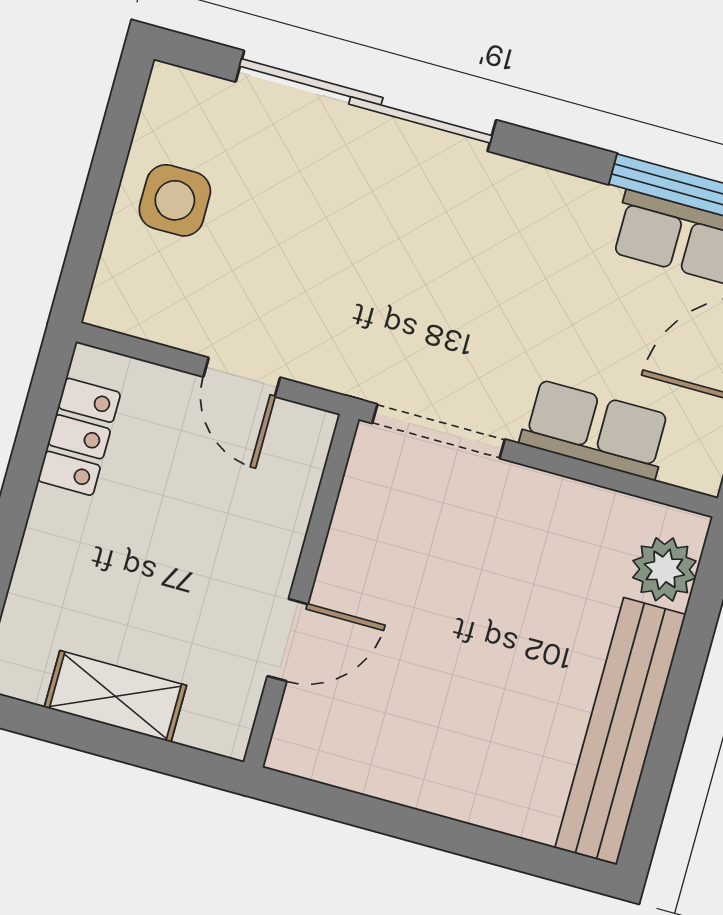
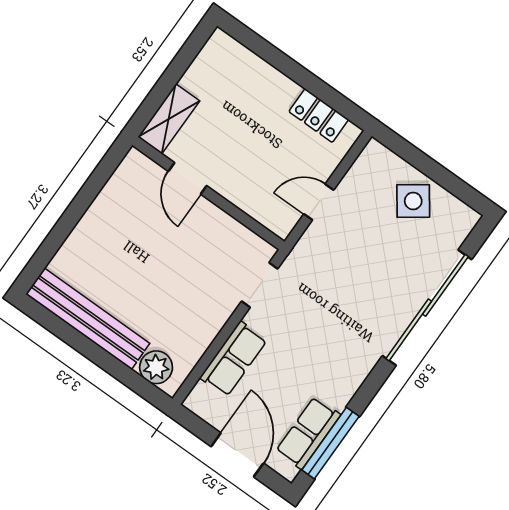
side table: (175, 200) -> (413, 201), turned -36
doorway: (439, 431) -> (260, 285), width x0.73
shelving: (115, 696) -> (169, 119), moved

